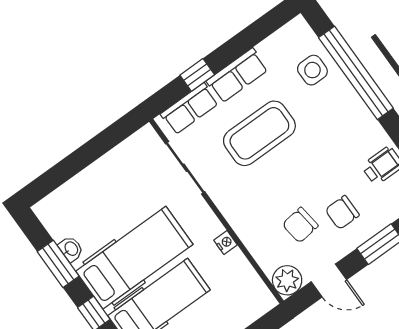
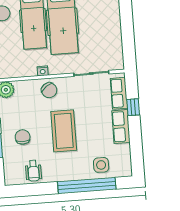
coffee table: (259, 133) -> (64, 131), moved
chair: (300, 225) -> (49, 90), moved, turned 152

